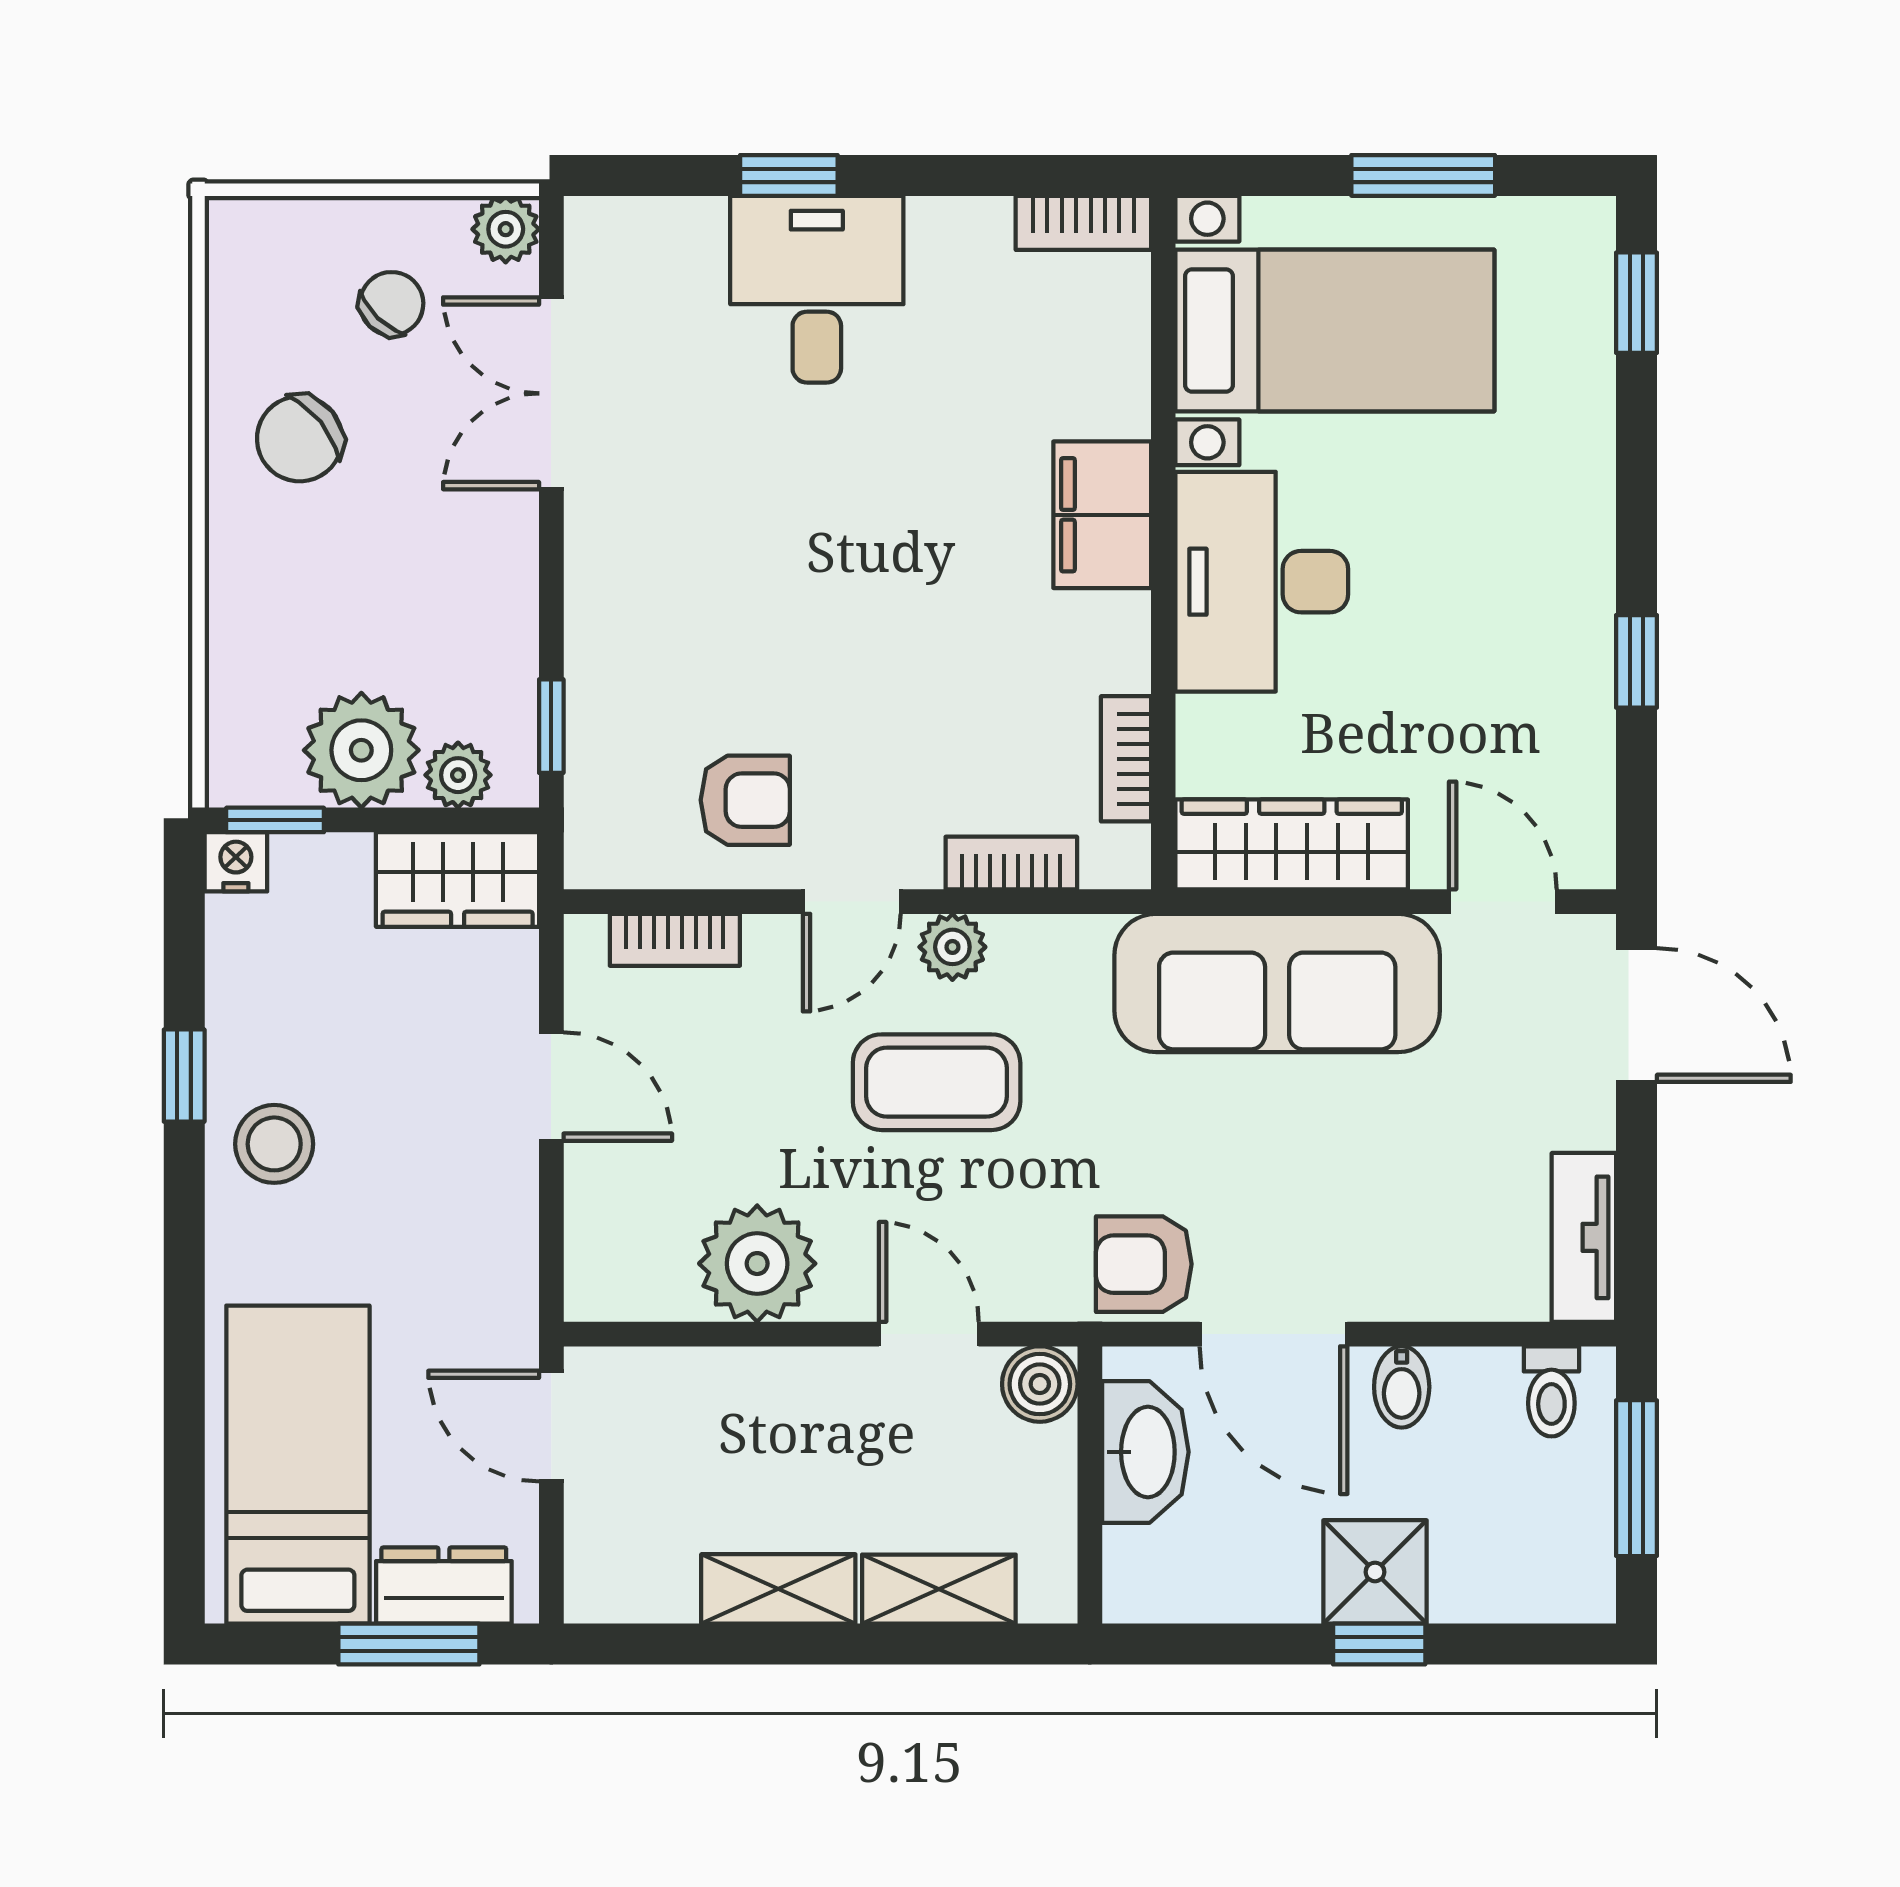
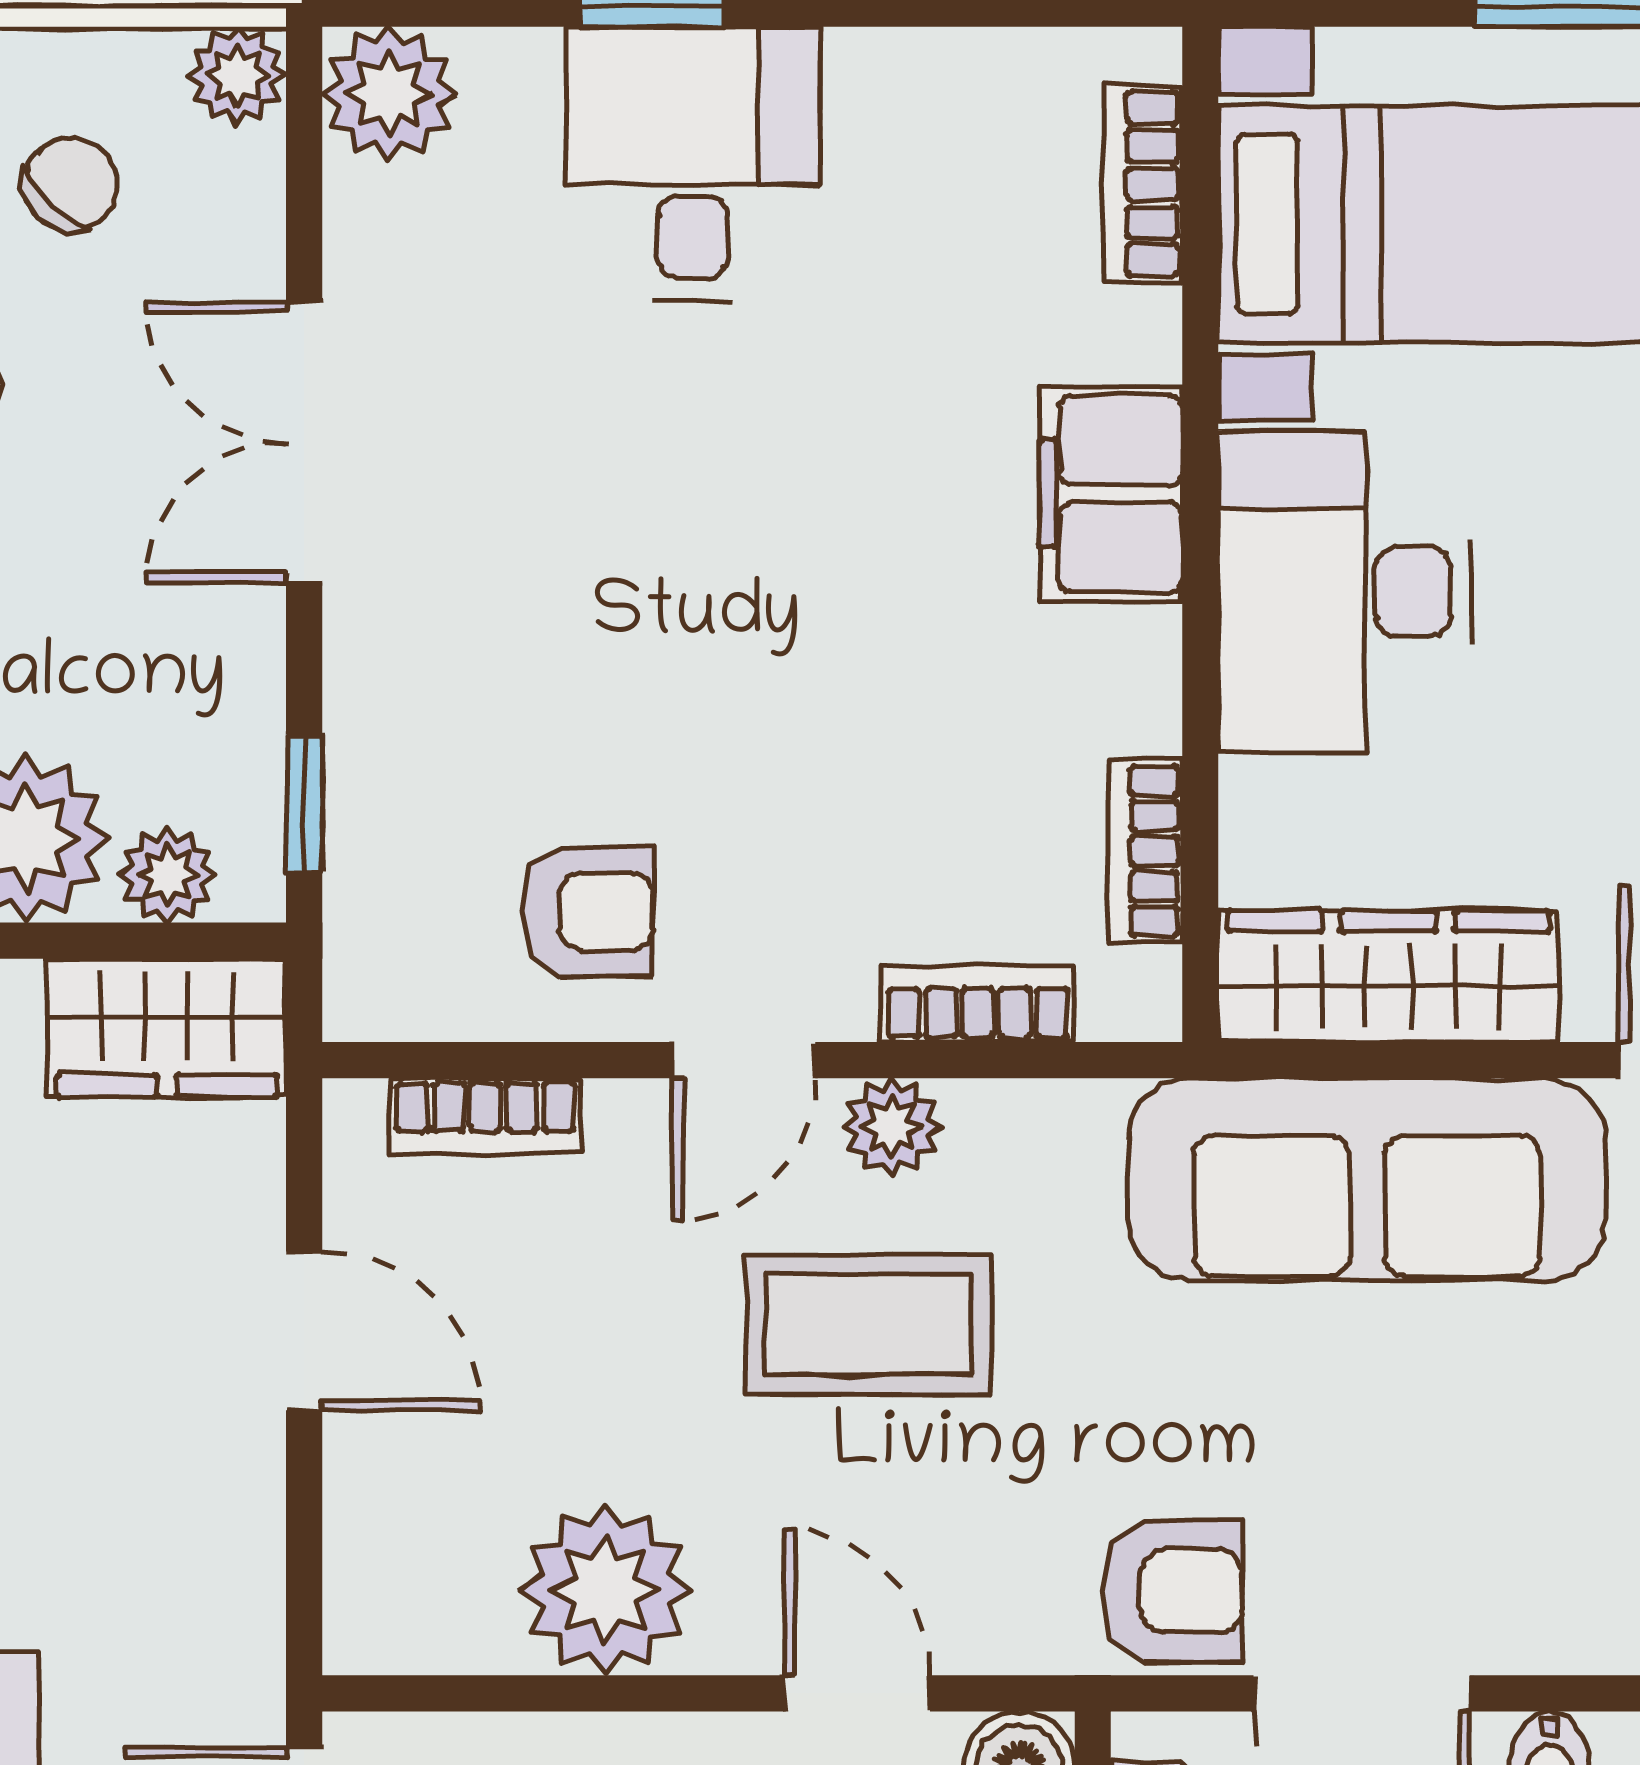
bookcase: (1083, 223) -> (1143, 184), moved, turned 90
plant: (609, 242) -> (389, 94), added
double door: (551, 393) -> (304, 442), moved
armchair: (1144, 1264) -> (1172, 1591), turned 180

